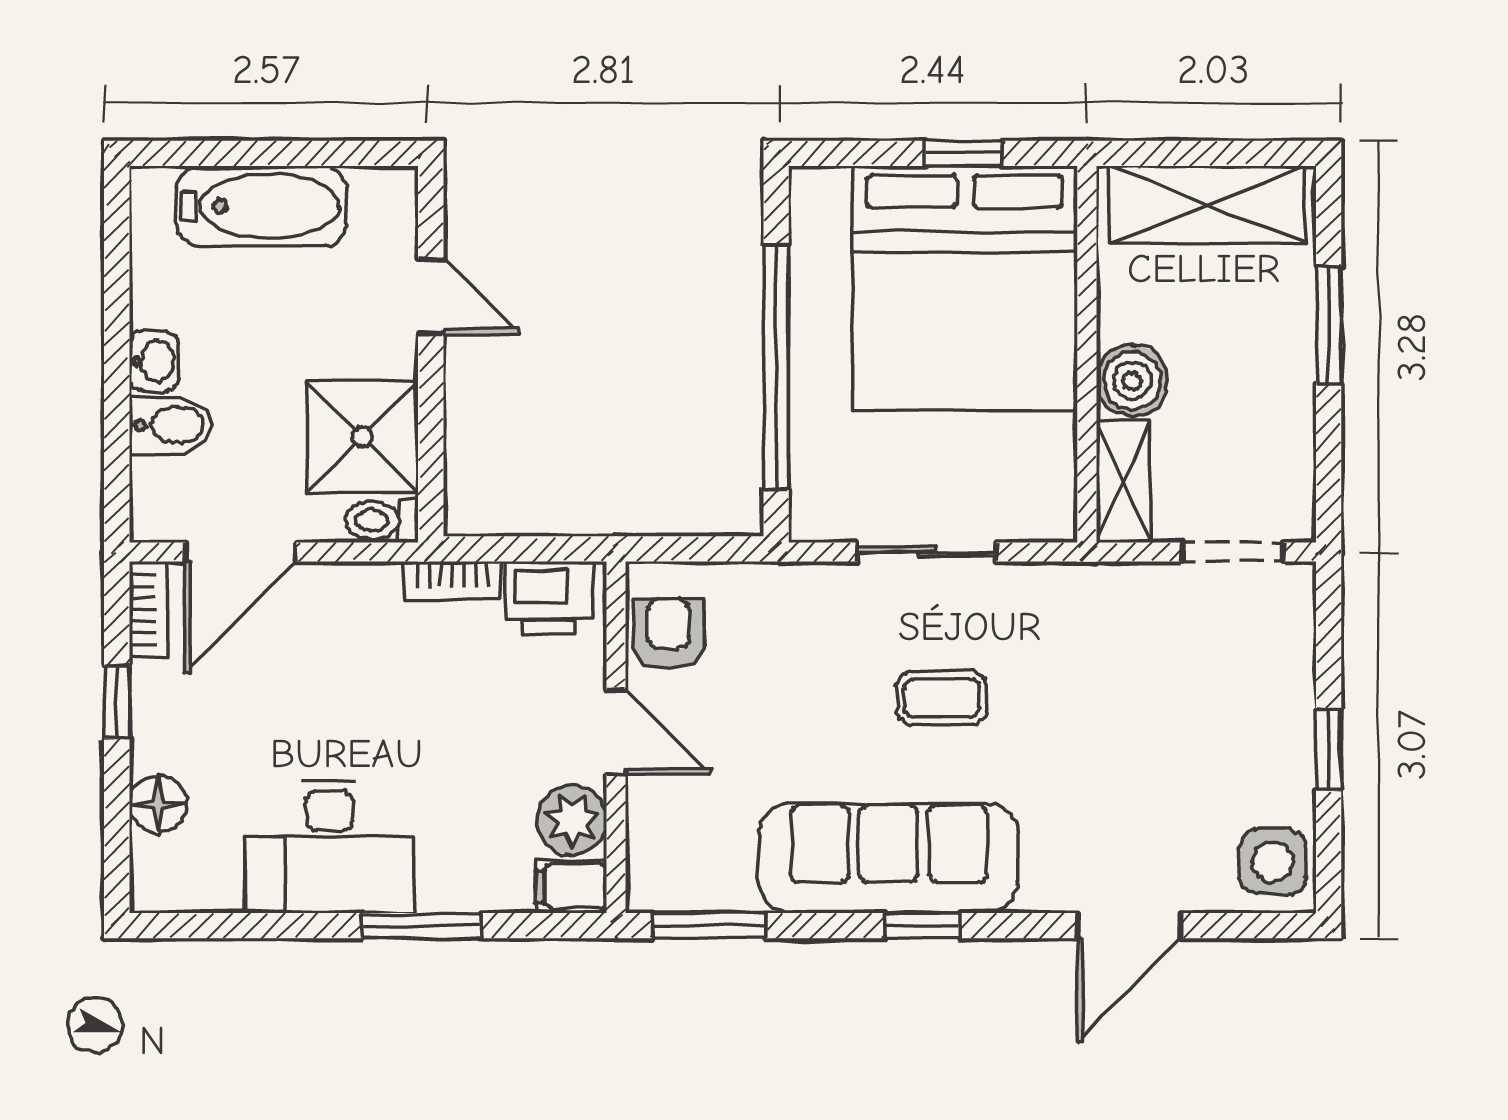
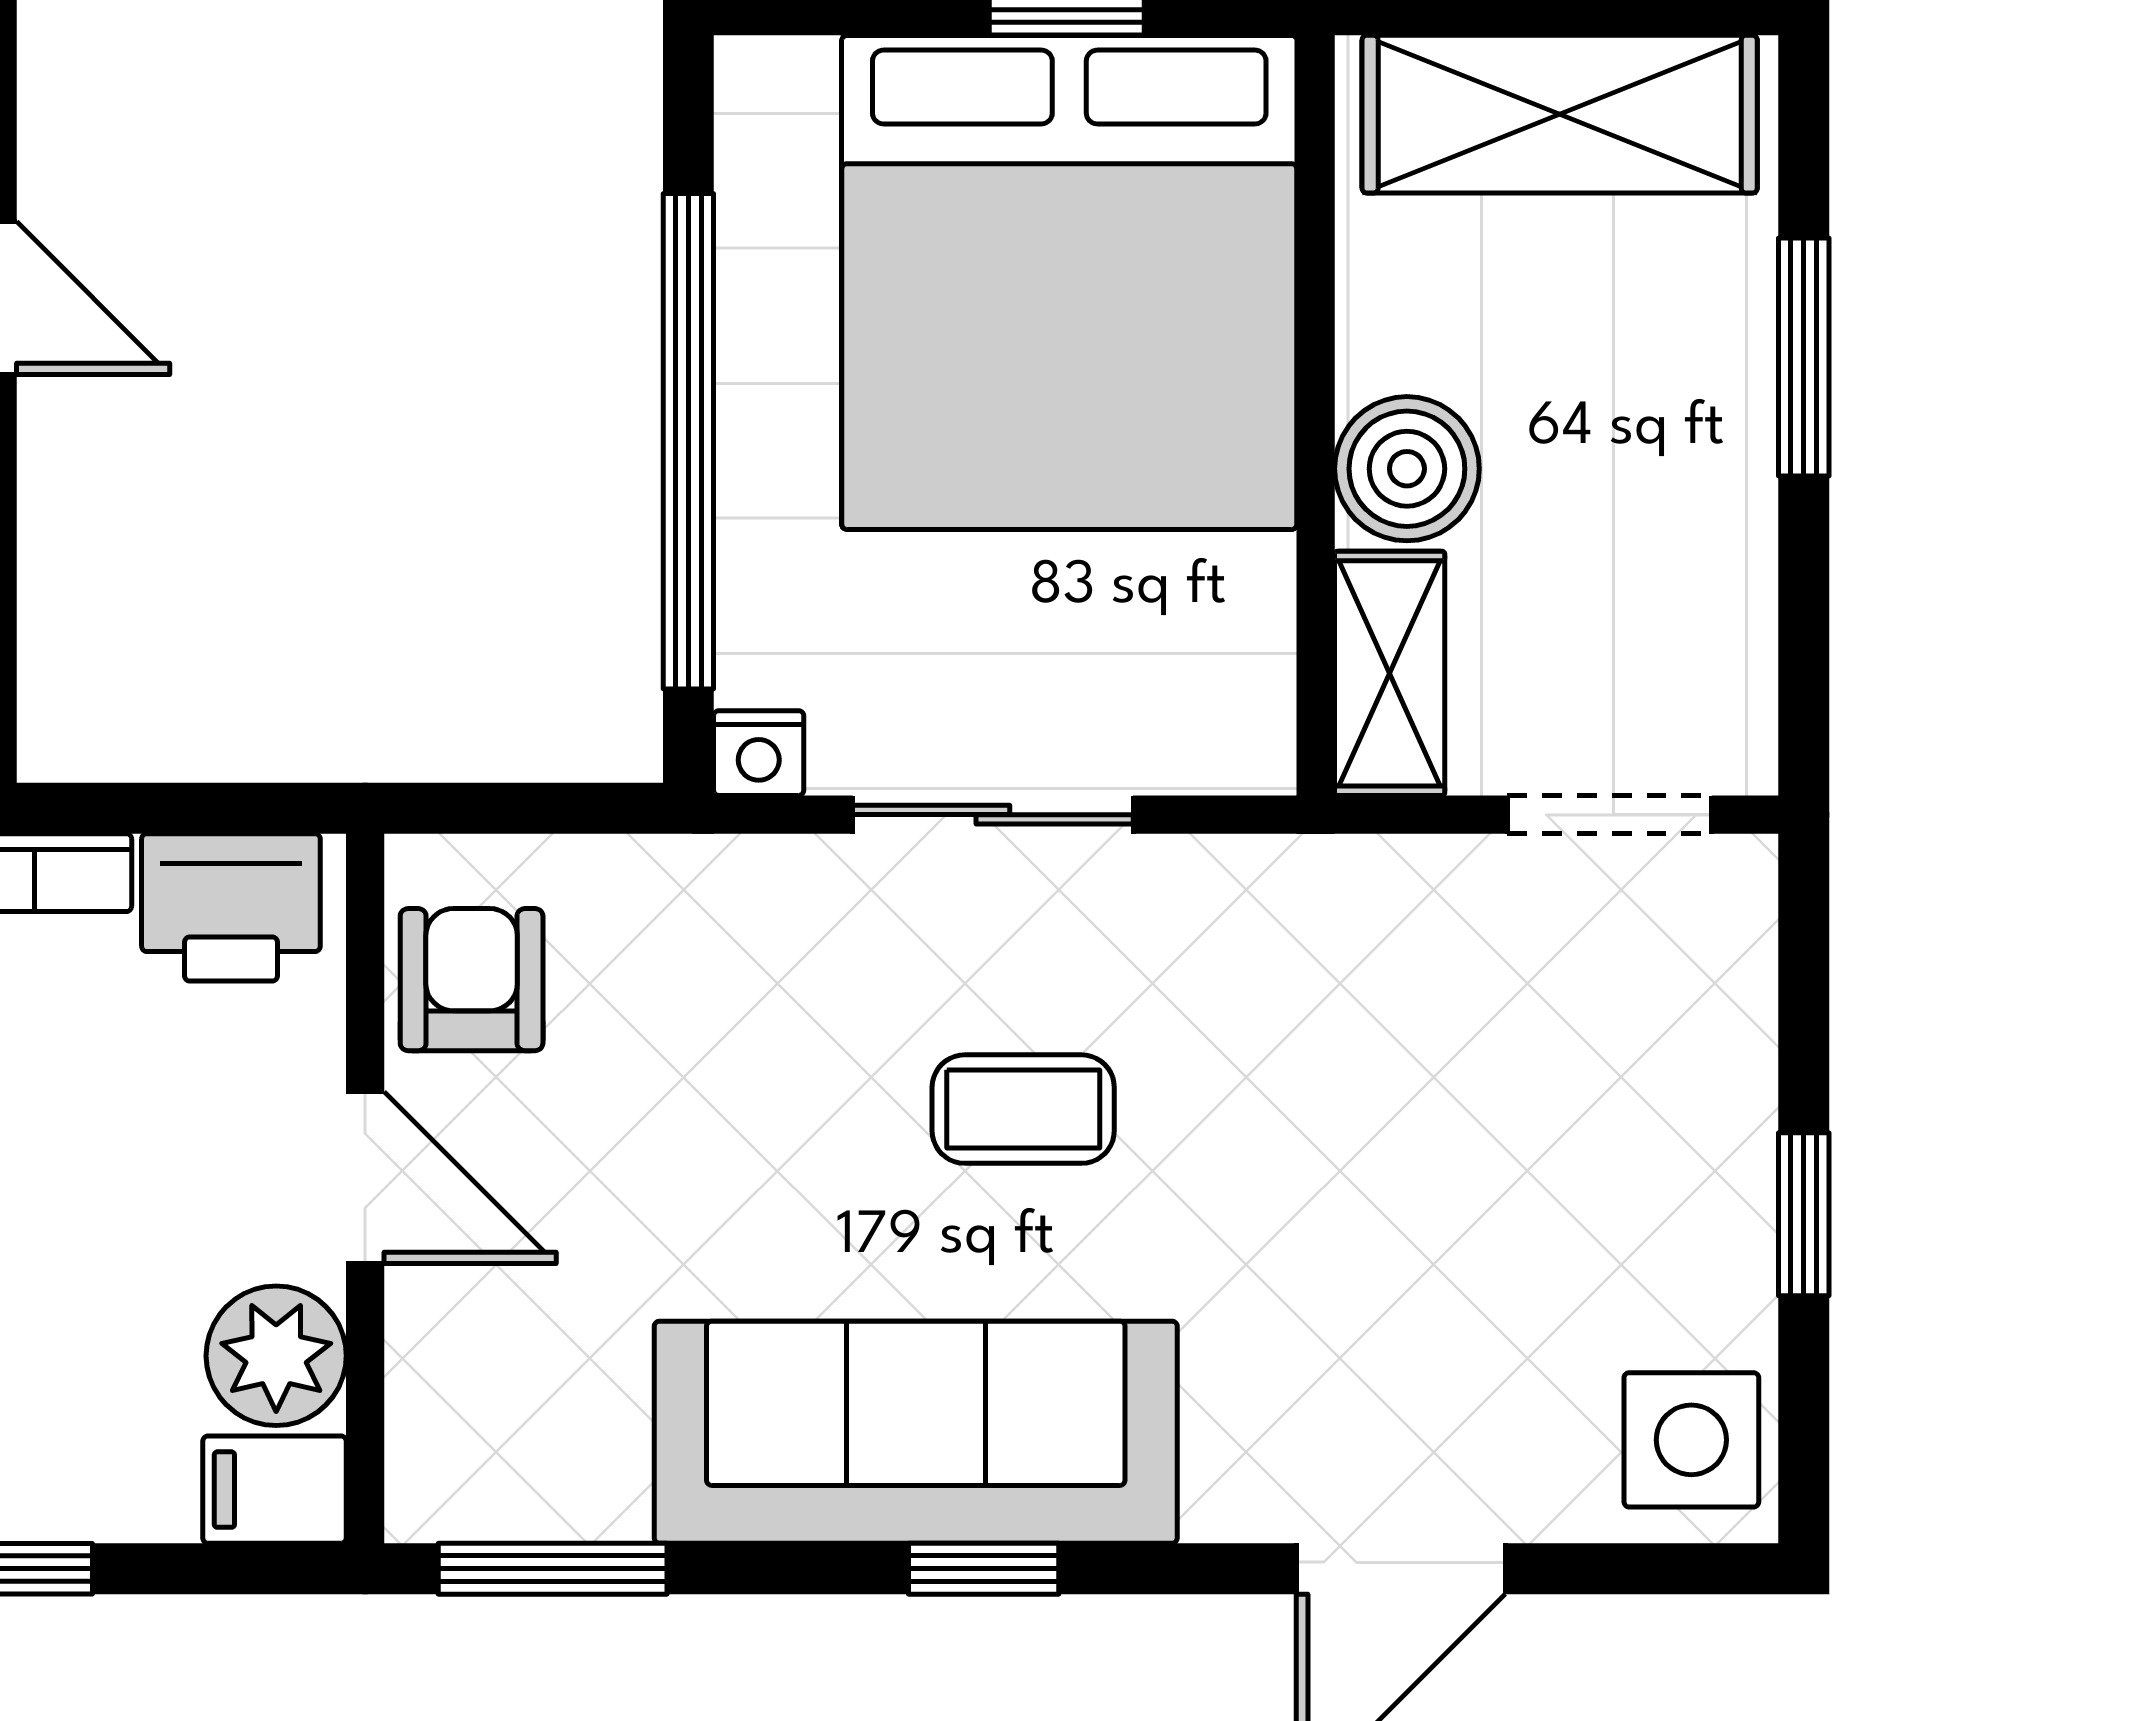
nightstand: (811, 522) -> (759, 753), added

